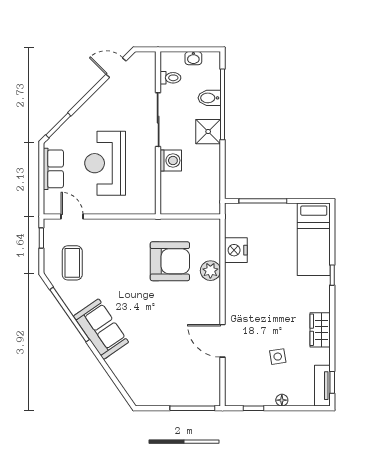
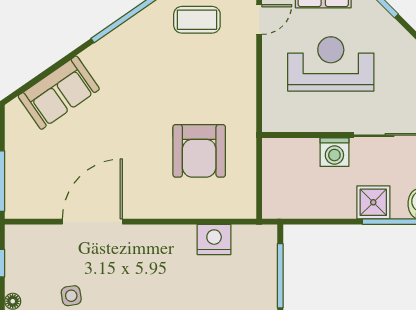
plant: (210, 271) -> (187, 205), removed
sofa: (101, 329) -> (59, 93), moved
door: (223, 341) -> (92, 222), width x1.36

